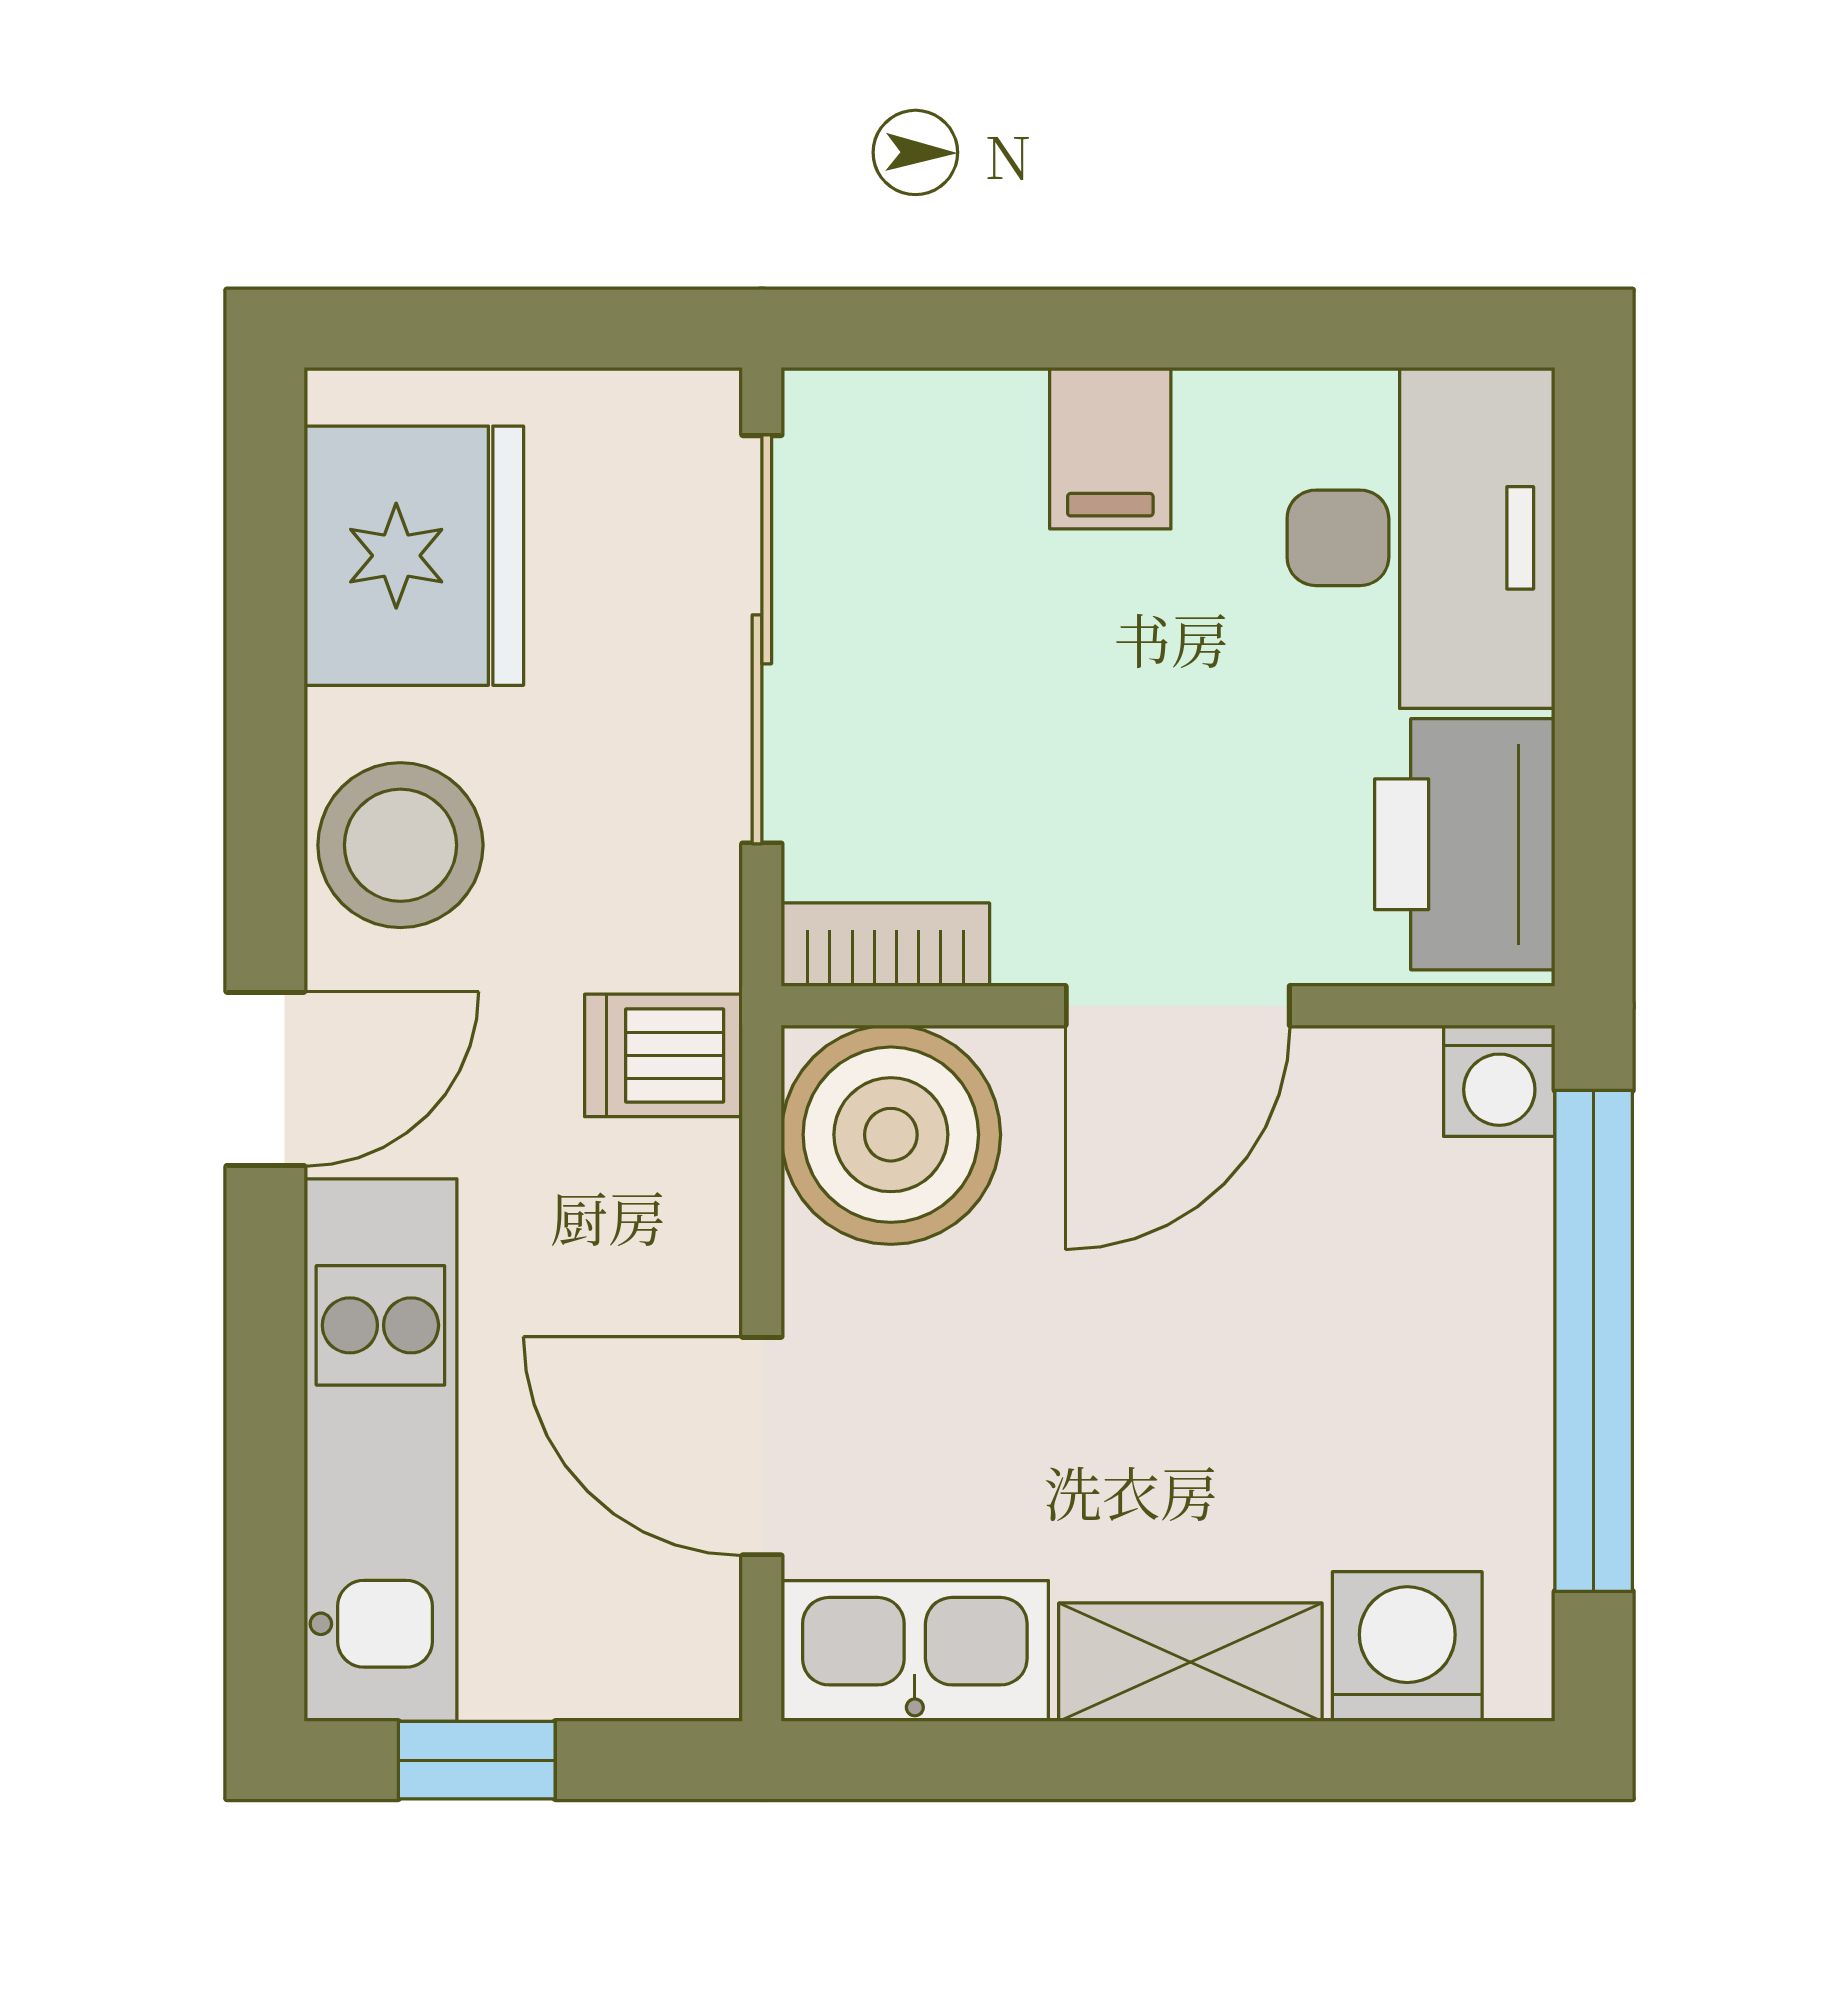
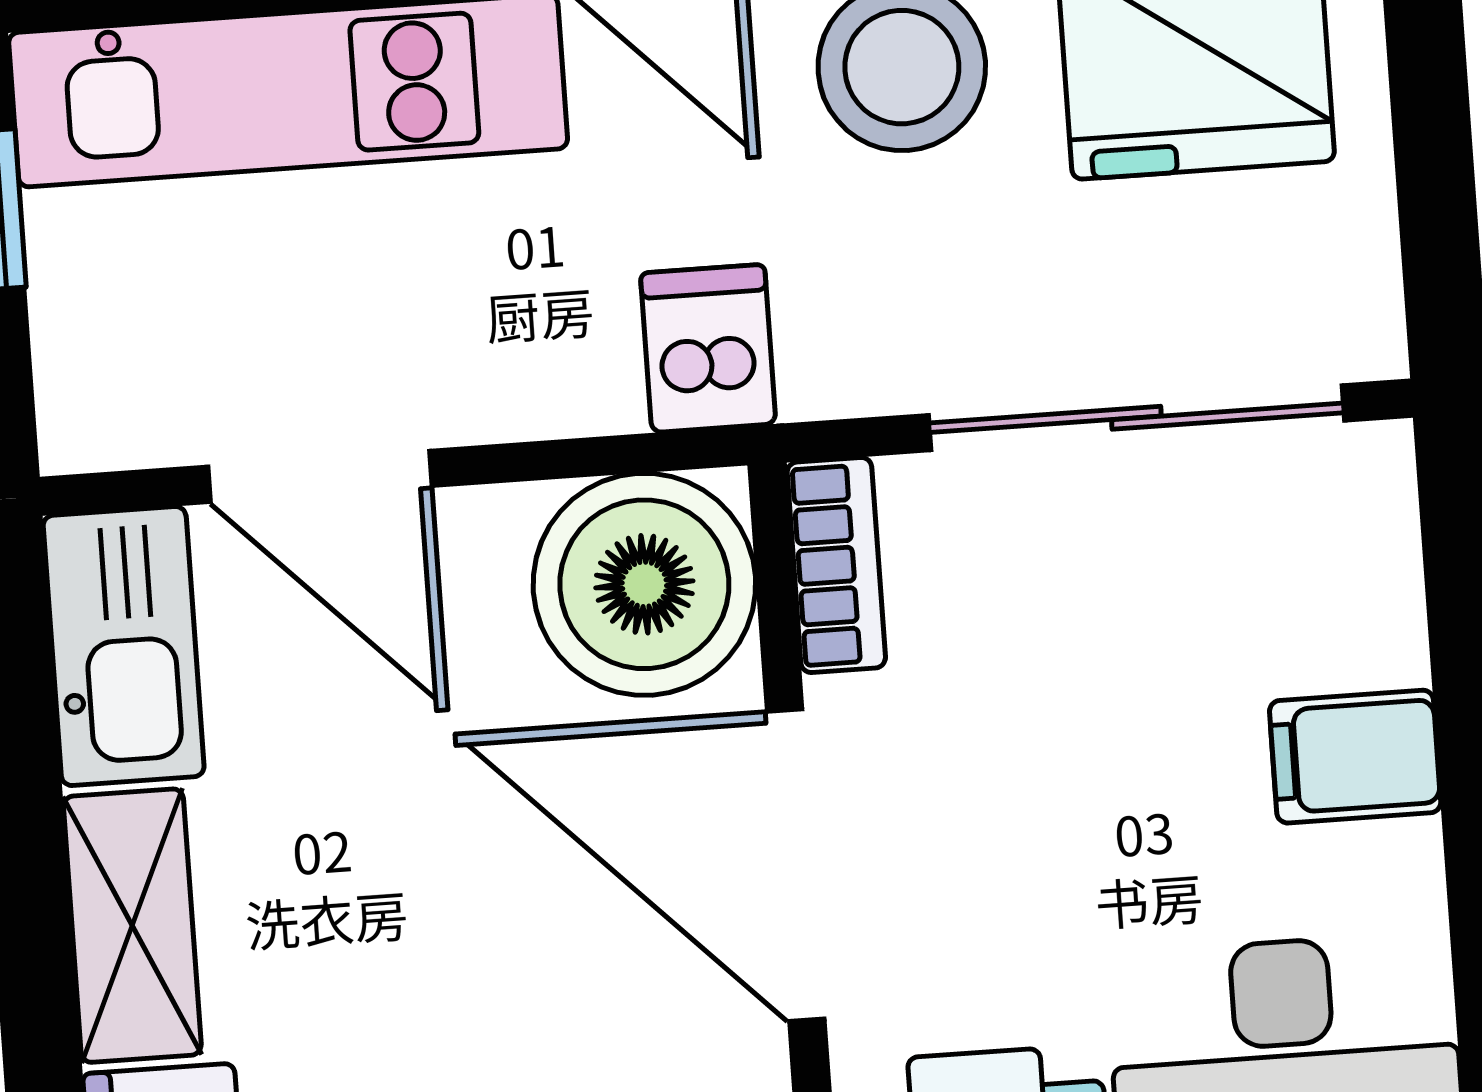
door: (1178, 1006) -> (796, 865), width x1.36
door: (762, 1446) -> (320, 476), swing flipped

